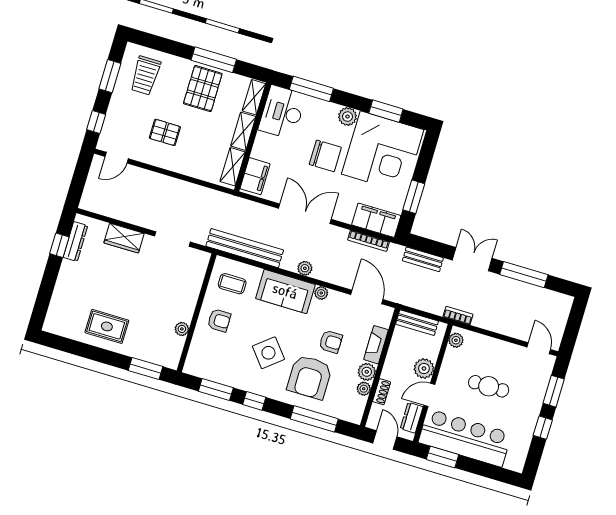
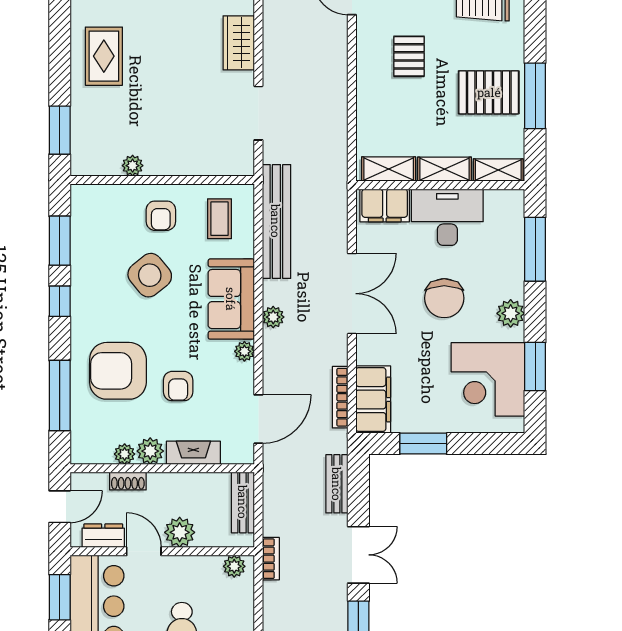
desk: (282, 112) -> (447, 217), moved
corner desk: (383, 152) -> (488, 379), width x0.74, depth x0.74
side table: (268, 353) -> (150, 275), moved

